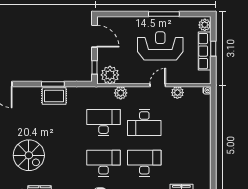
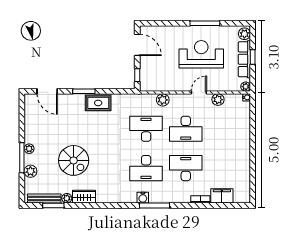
plant: (110, 75) -> (246, 87), moved, width x0.53, depth x0.53
window: (53, 84) -> (84, 91), moved
desk: (103, 163) -> (146, 168), turned 180

